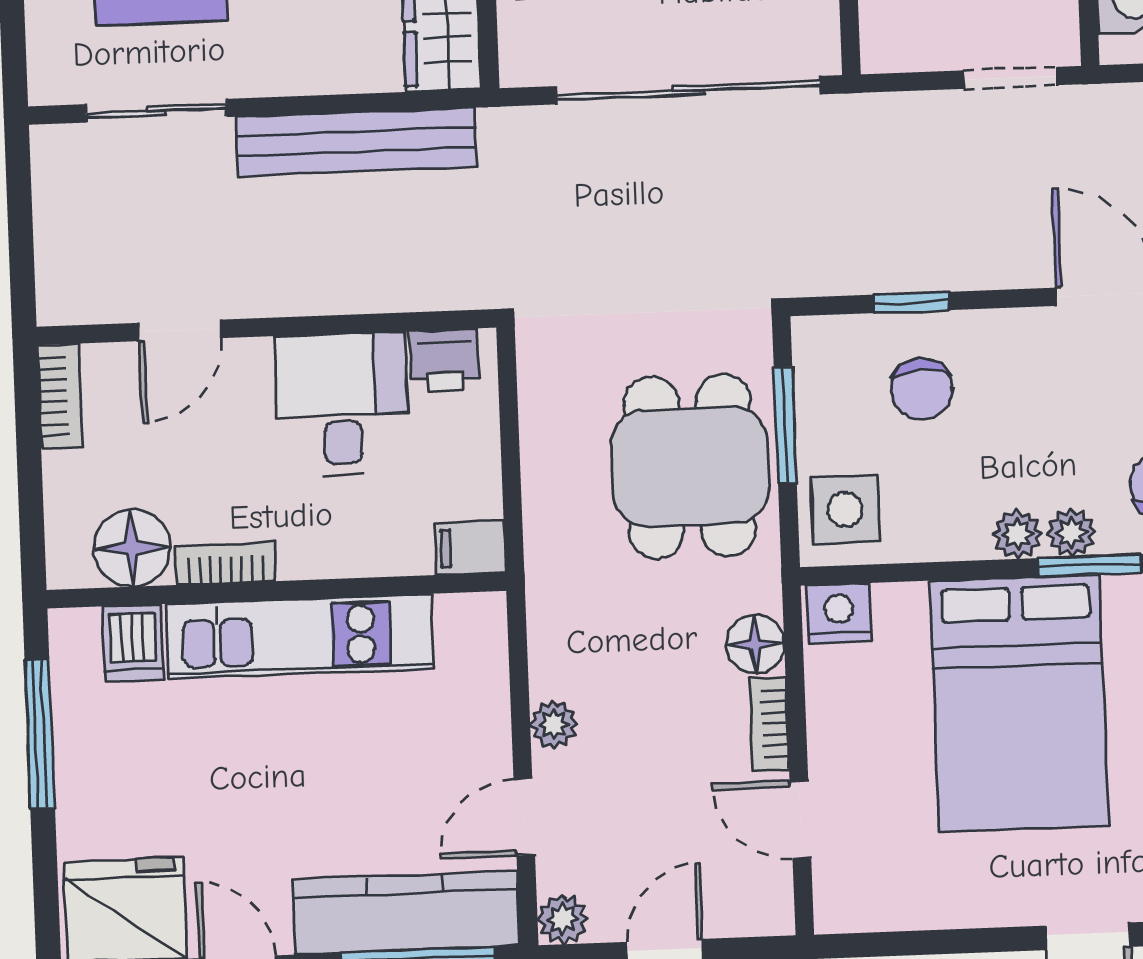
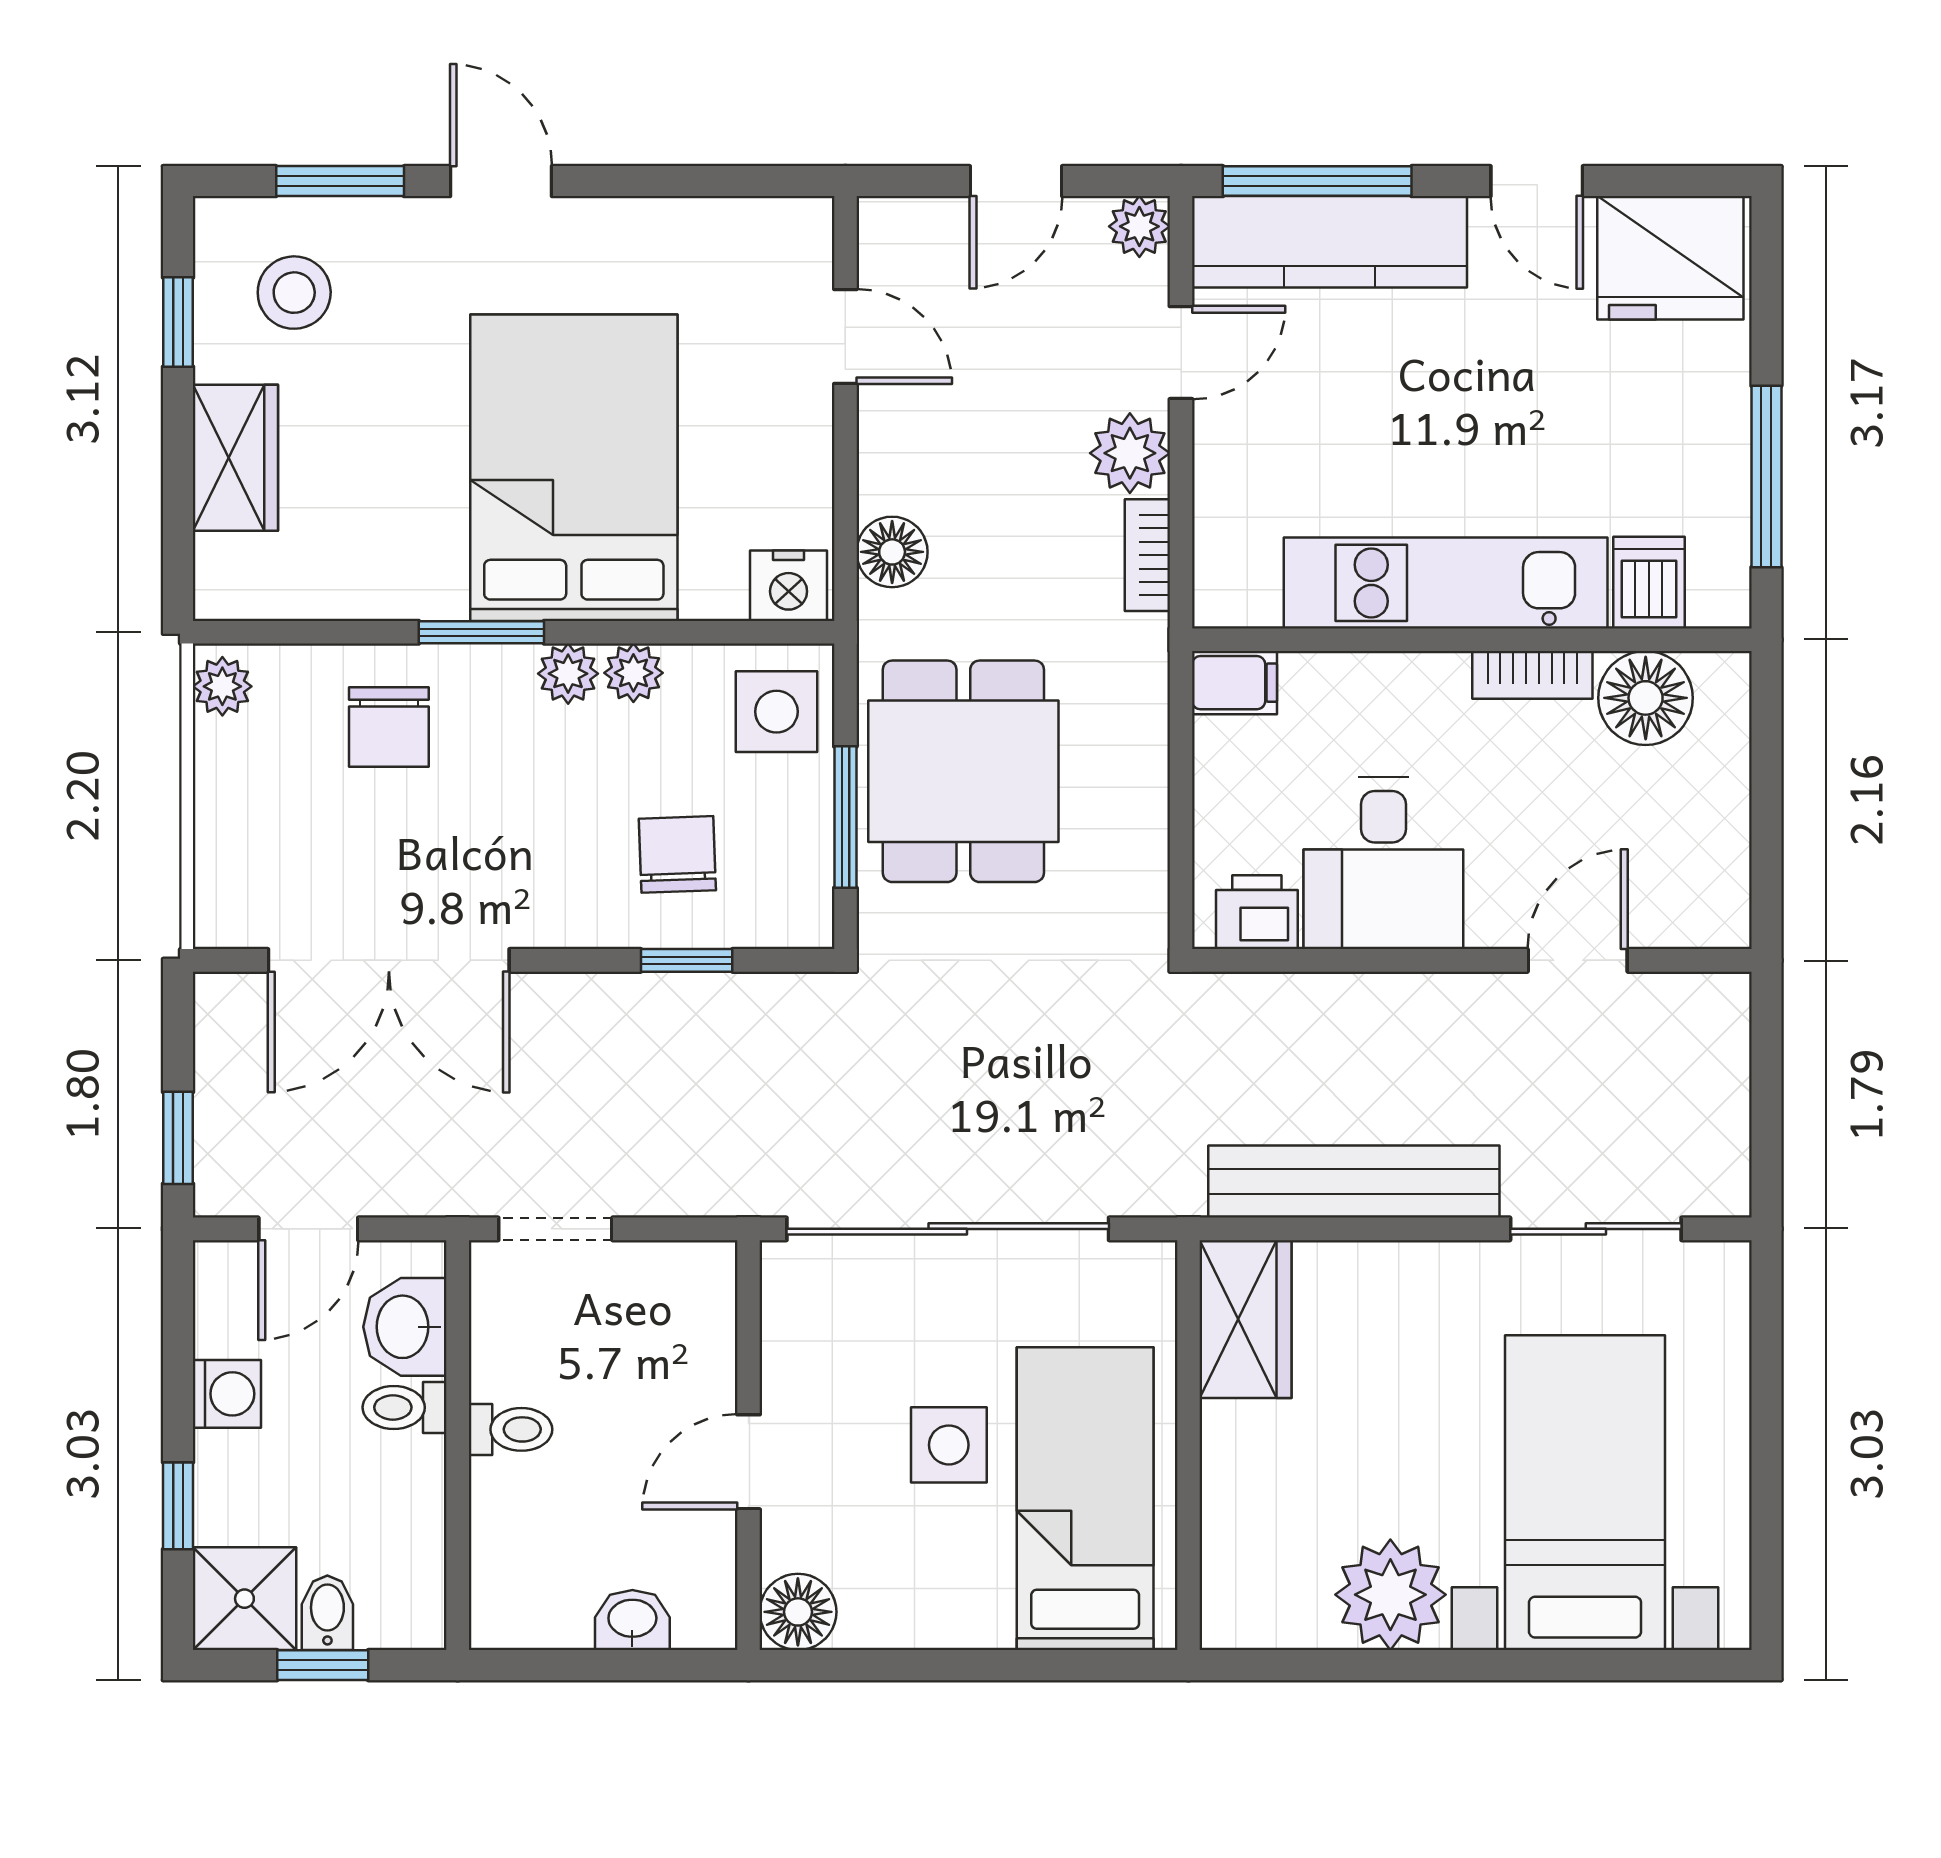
bookcase: (60, 396) -> (1726, 886), removed
plant: (1071, 533) -> (633, 673), moved
plant: (554, 724) -> (1130, 453), width x1.38, depth x1.38
bookcase: (769, 724) -> (1147, 555), moved, turned 180

